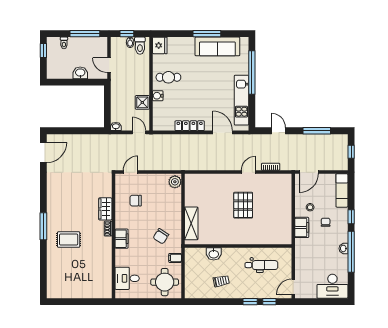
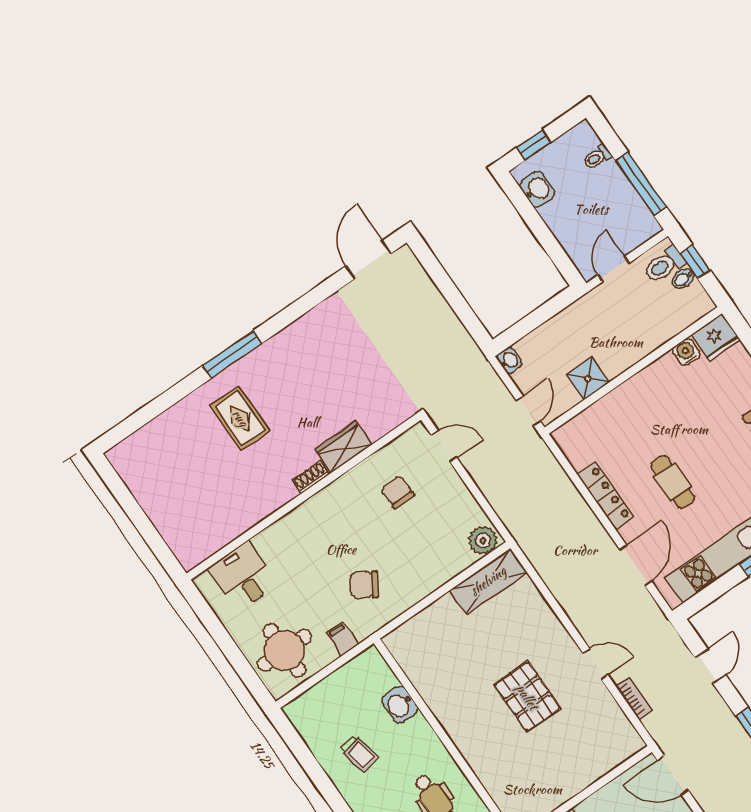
toilet: (140, 46) -> (664, 265), moved
window: (43, 51) -> (534, 145), moved
washbasin: (80, 73) -> (537, 189), moved
cafe table: (168, 77) -> (672, 482), moved
water cooler: (158, 96) -> (686, 352), moved
door: (43, 152) -> (368, 260), swing flipped
pallet: (243, 205) -> (527, 697), turned 90
shelving: (191, 223) -> (488, 581), moved
filing cabinet: (122, 239) -> (309, 515), removed

